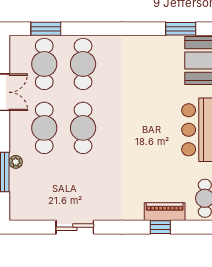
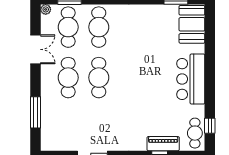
plant: (16, 162) -> (46, 9), moved

